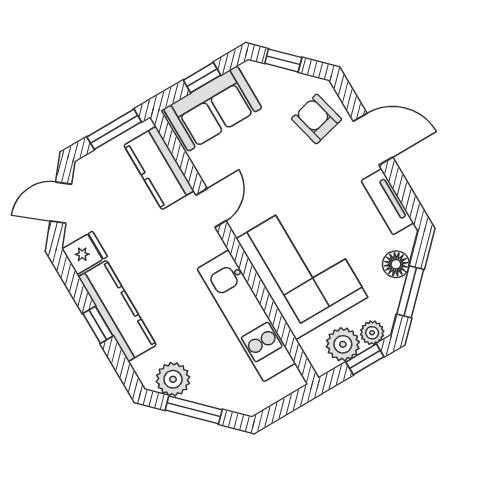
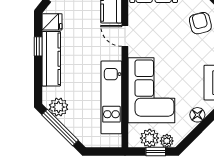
door: (211, 208) -> (125, 36), swing flipped
window: (410, 292) -> (196, 132), removed
window: (98, 325) -> (38, 46), moved
window: (194, 410) -> (60, 127), width x1.44

